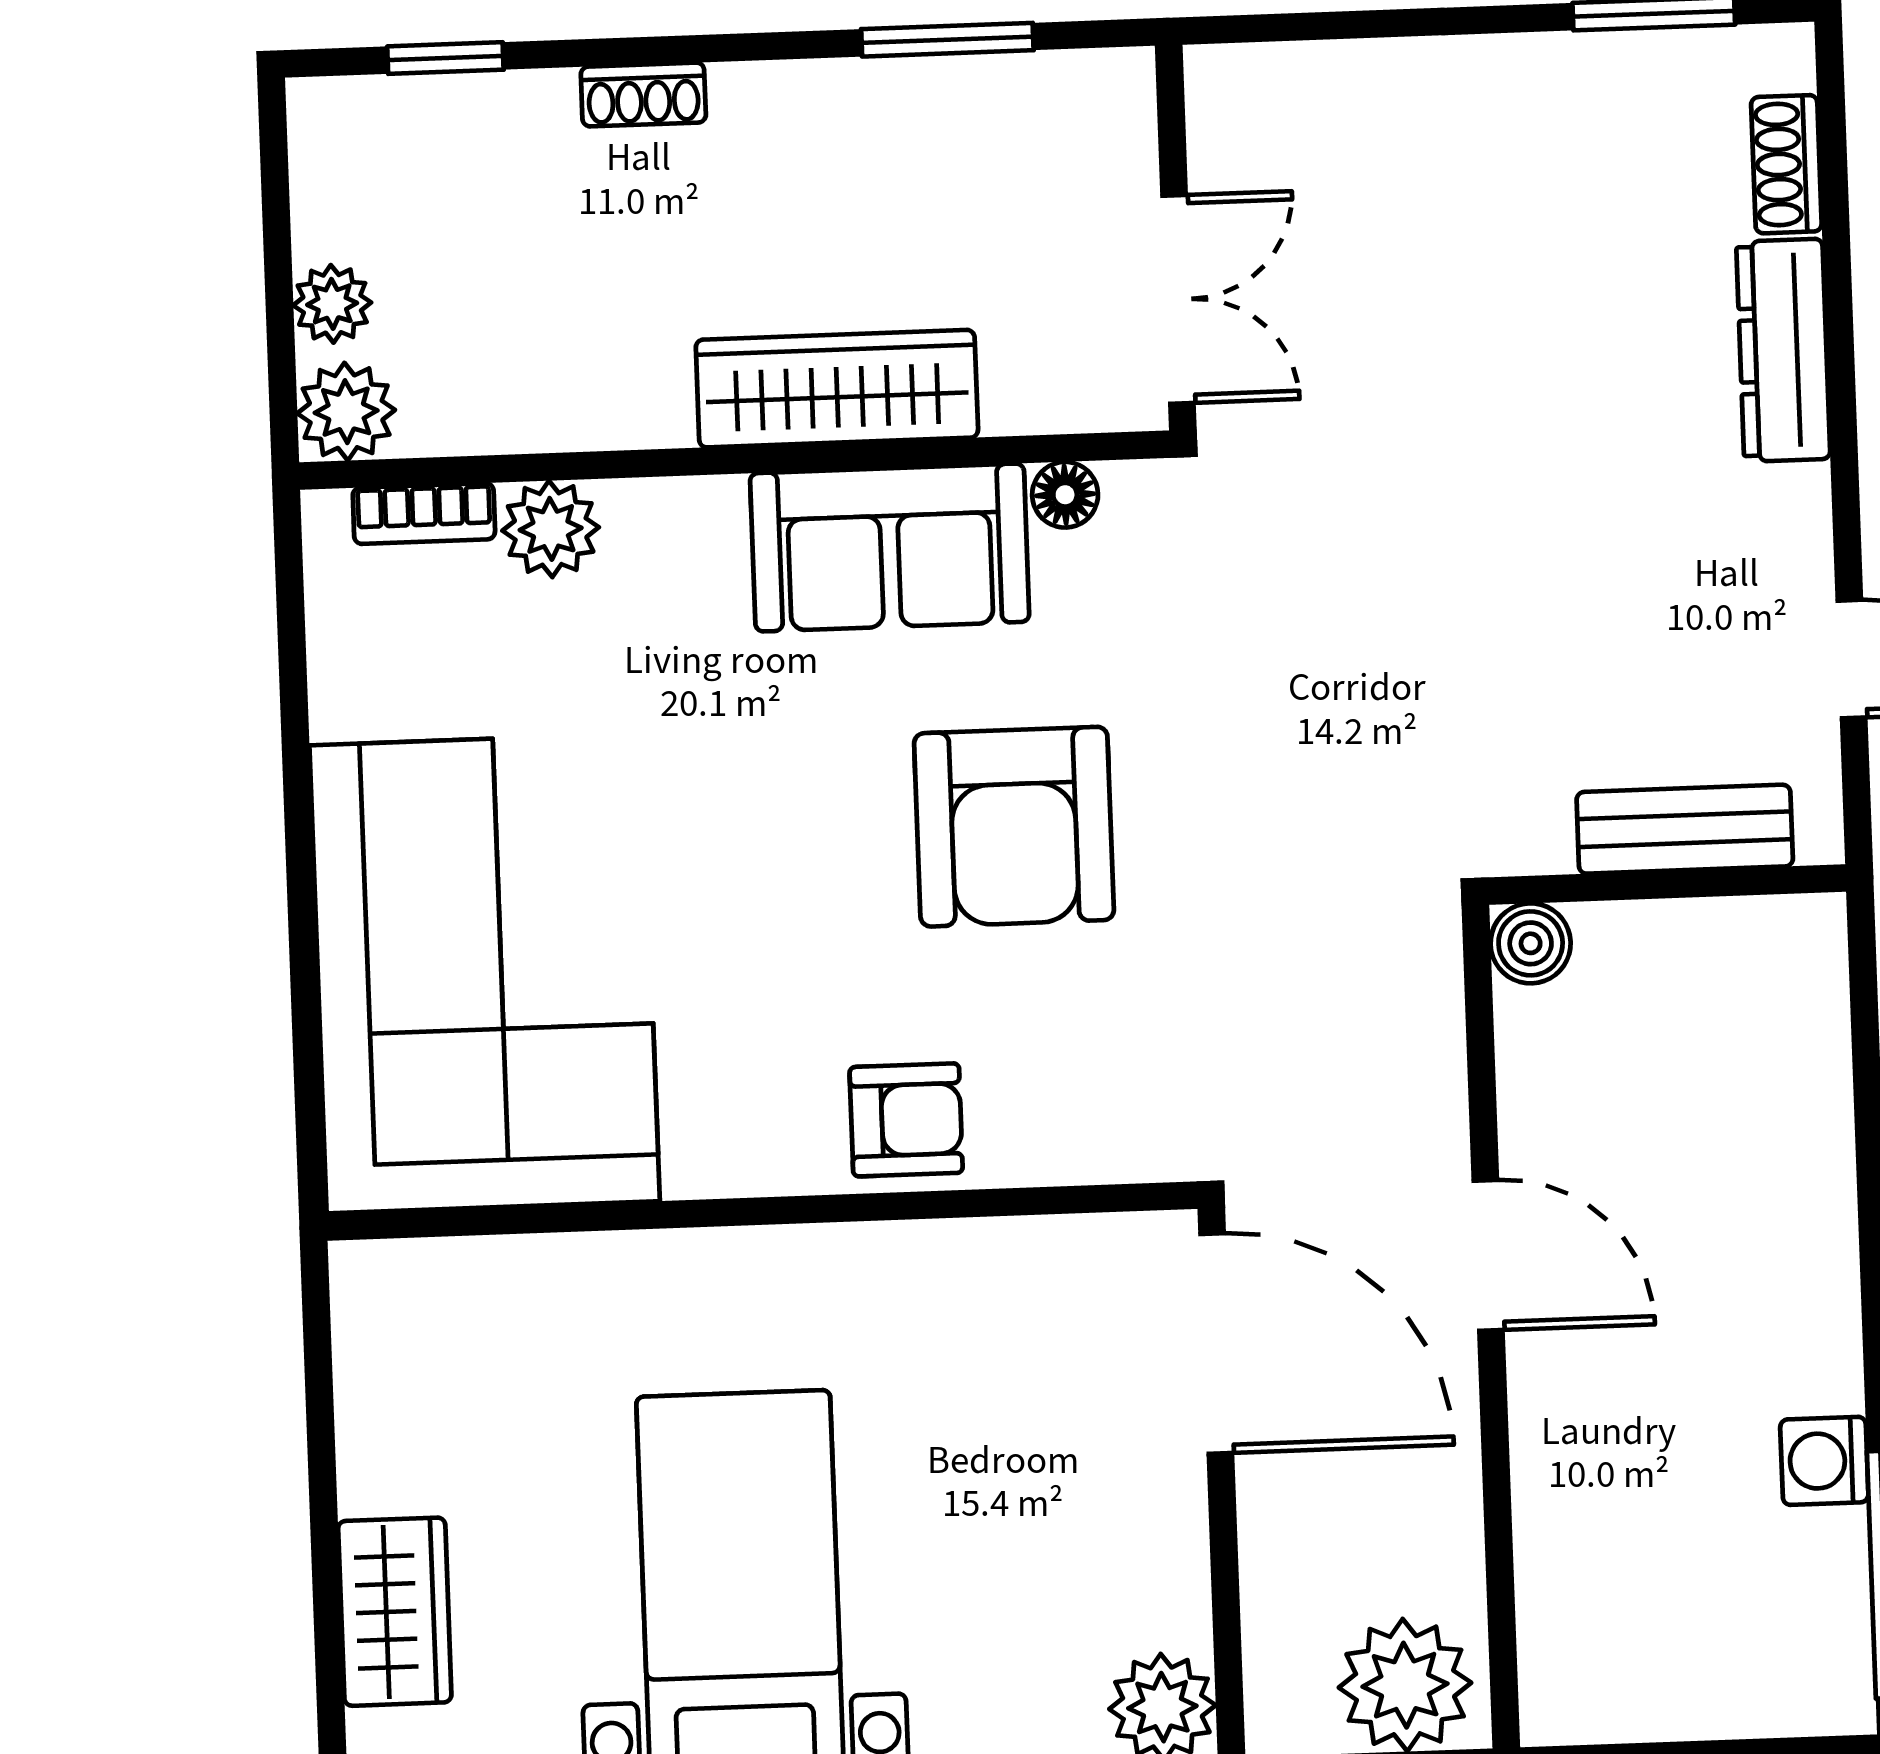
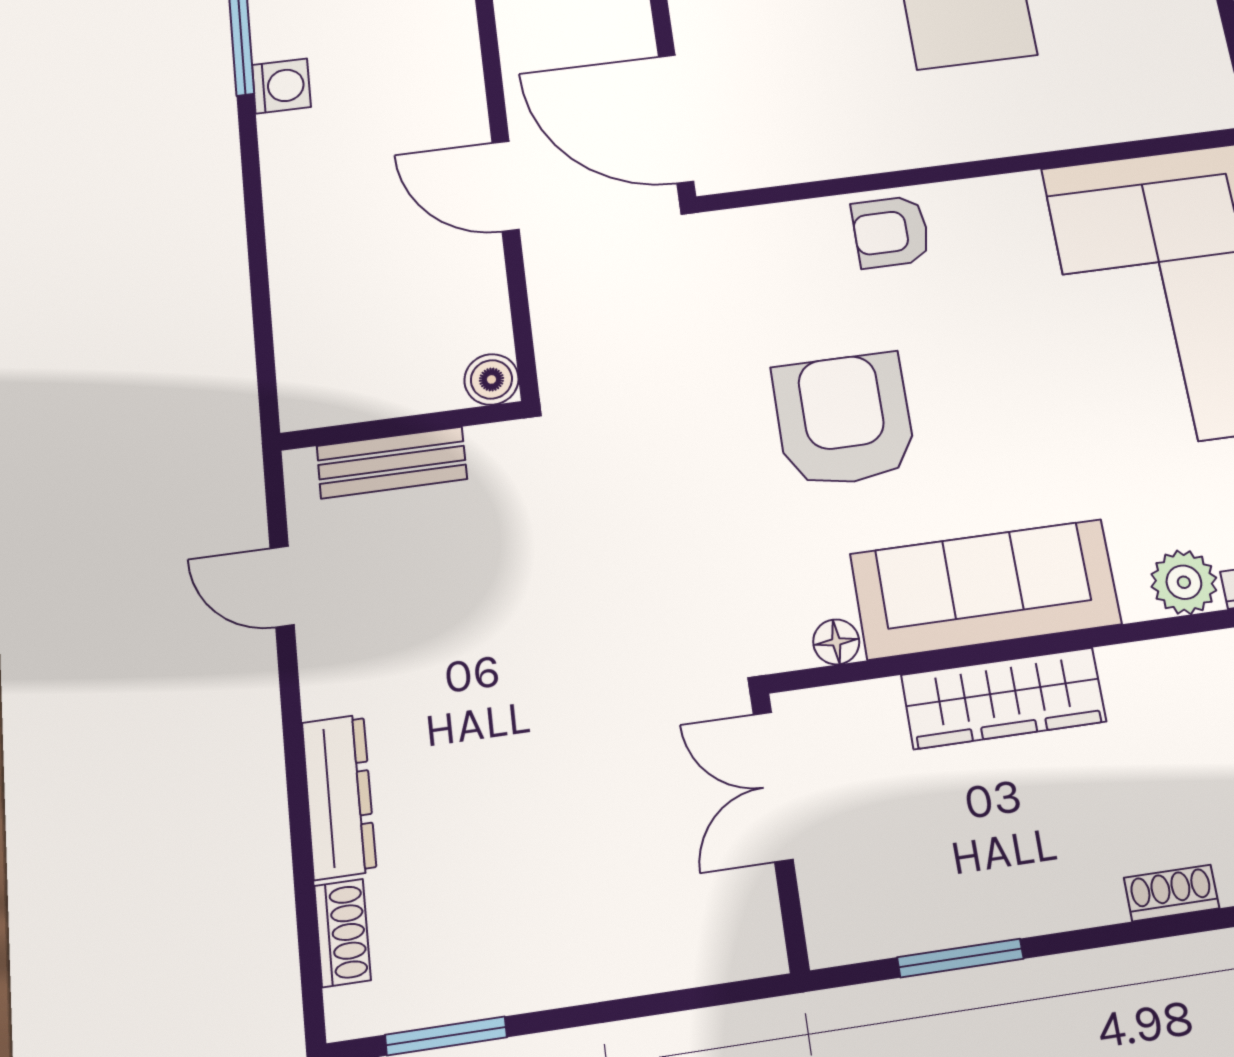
sofa: (890, 548) -> (985, 589), width x1.36

